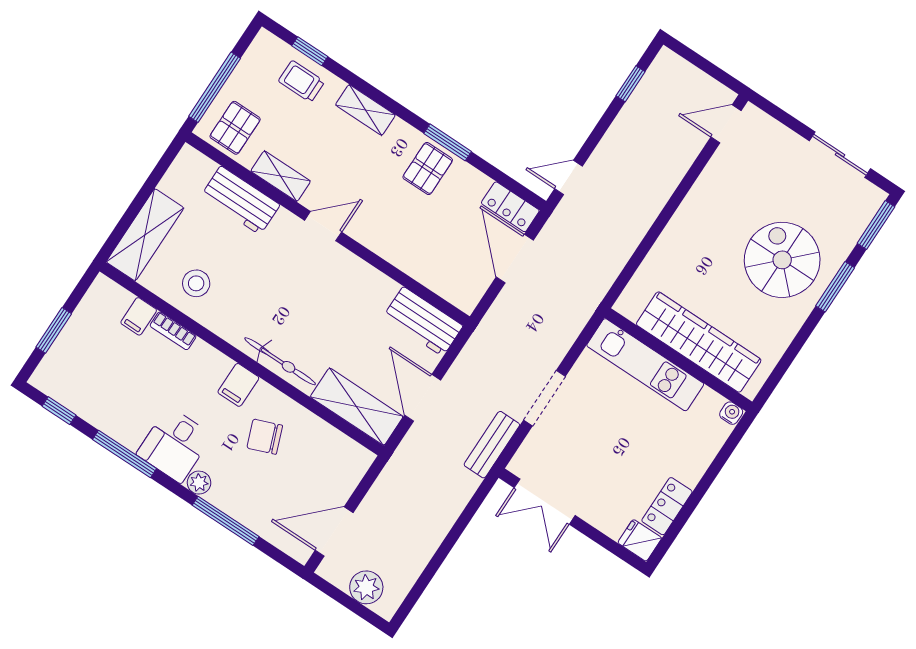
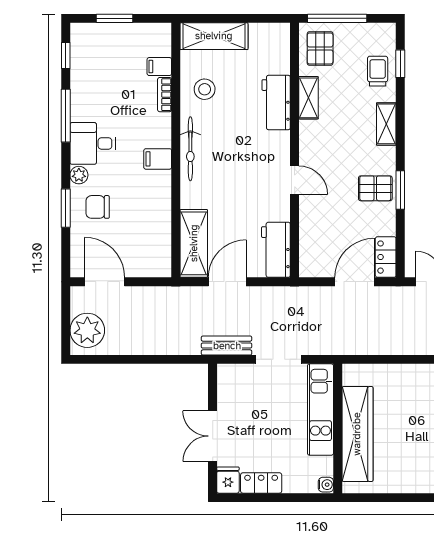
pallet: (235, 128) -> (320, 48), turned 90
workbench: (240, 200) -> (276, 103), moved
door: (323, 226) -> (295, 180), moved
wardrobe: (699, 342) -> (357, 434), moved
wall: (678, 360) -> (338, 429), moved
bicycle: (280, 361) -> (190, 149), moved
kitchen unit: (645, 365) -> (320, 410), moved
water cooler: (731, 413) -> (326, 485), moved
chair: (265, 437) -> (98, 207), moved, turned -69
double door: (545, 502) -> (213, 436), moved
window: (226, 521) -> (66, 208), width x0.69
plant: (366, 587) -> (87, 330), width x1.36, depth x1.36

